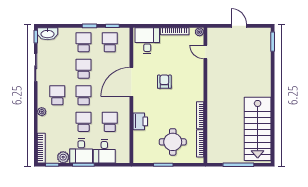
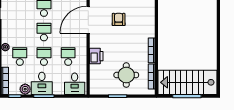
school desk: (57, 95) -> (20, 57), moved
stairs: (258, 129) -> (187, 82), moved, turned 90
desk: (104, 151) -> (75, 84), moved

